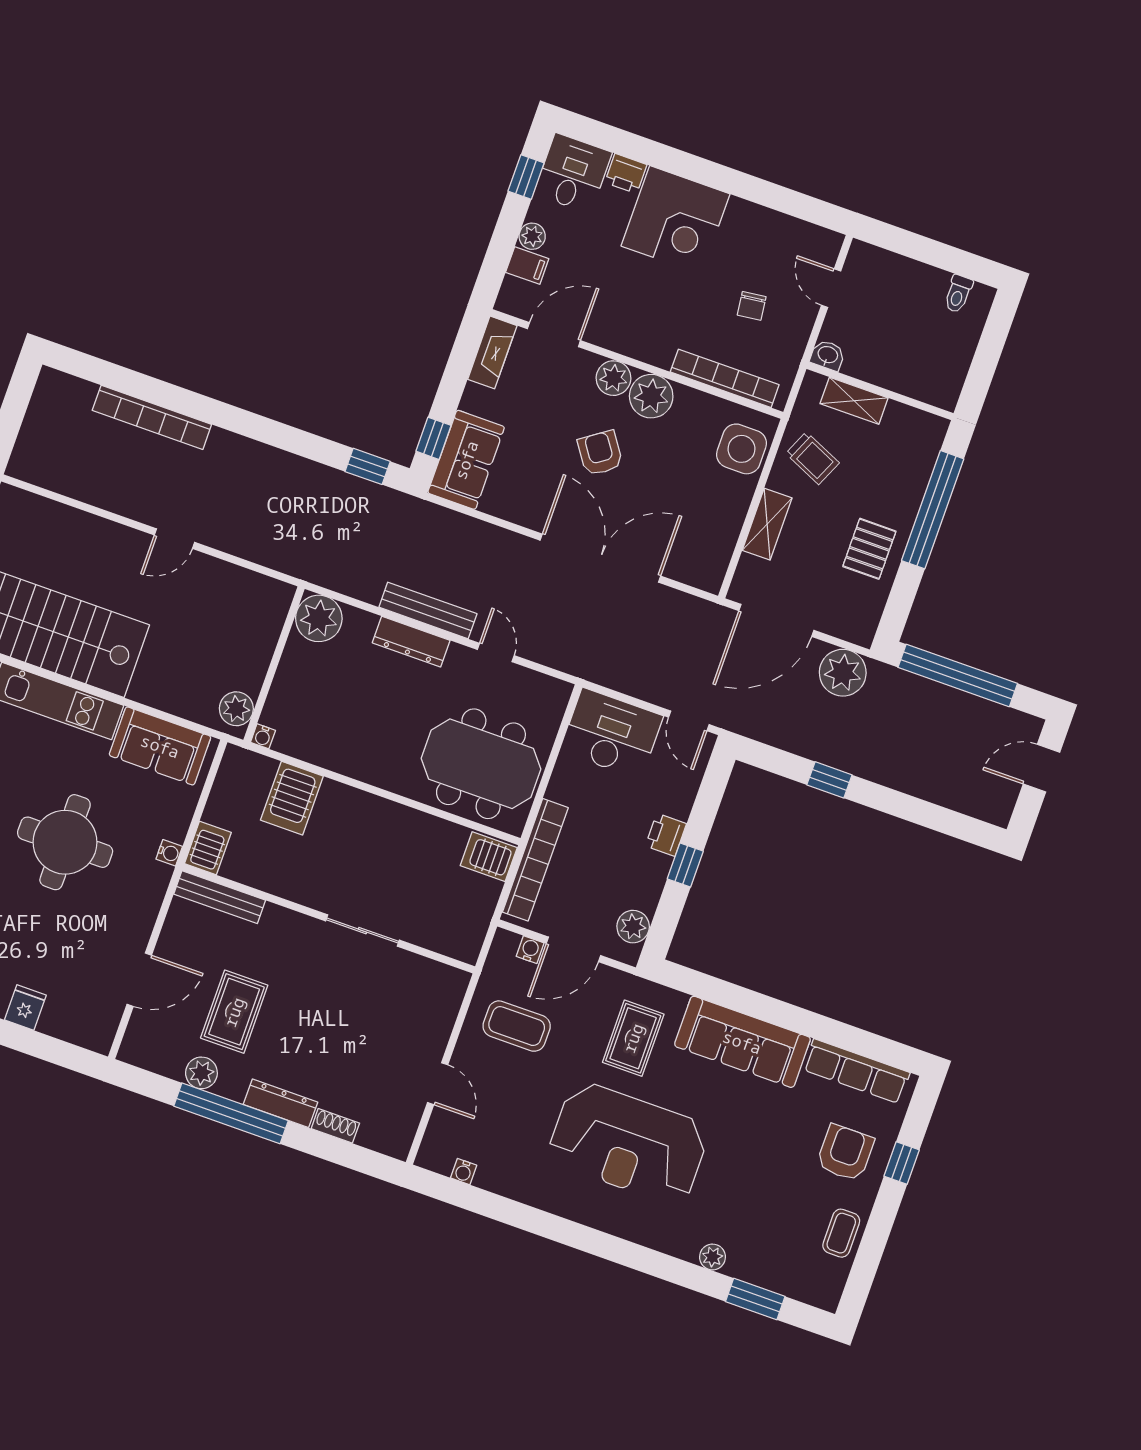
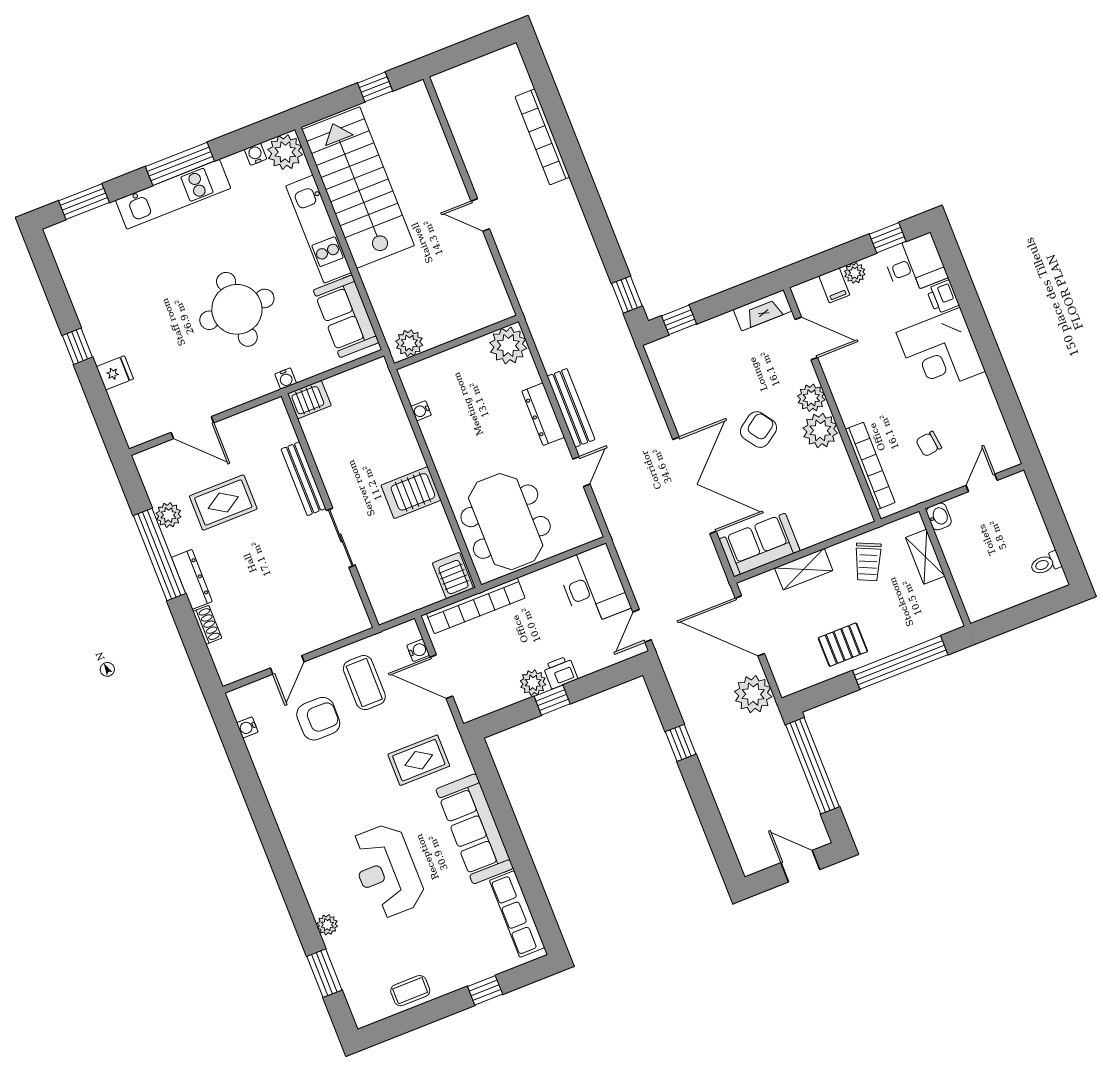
side table: (741, 449) -> (836, 514), removed
sofa: (466, 460) -> (760, 545), moved, turned 180
water cooler: (263, 736) -> (421, 411), moved
server rack: (292, 798) -> (411, 493), moved
bench: (220, 897) -> (303, 479), moved
plant: (633, 927) -> (533, 683), moved
reception desk: (628, 1143) -> (387, 871), moved, width x0.74, depth x0.77
armchair: (845, 1153) -> (318, 719), moved

